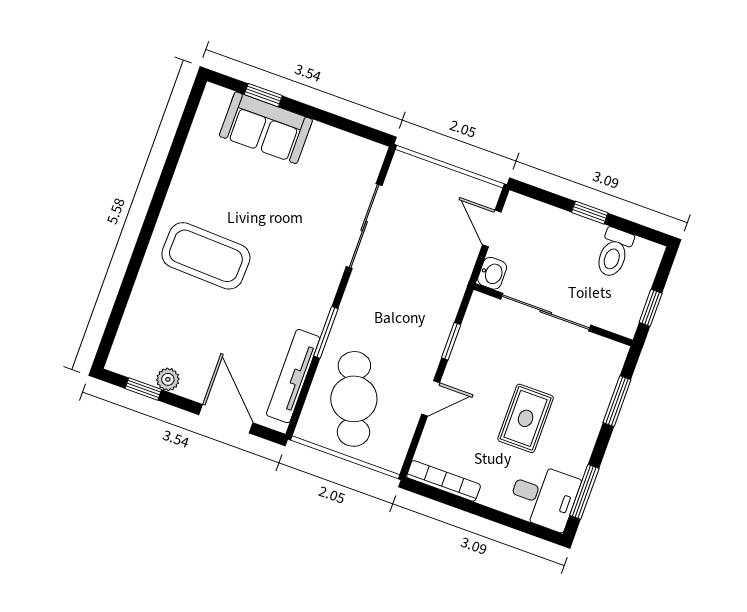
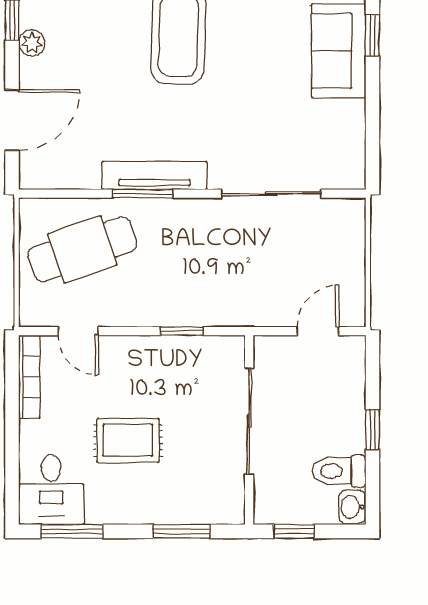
washbasin: (492, 273) -> (352, 507), moved, turned 90
tv unit: (293, 376) -> (154, 176), moved
door: (431, 398) -> (78, 331), moved

